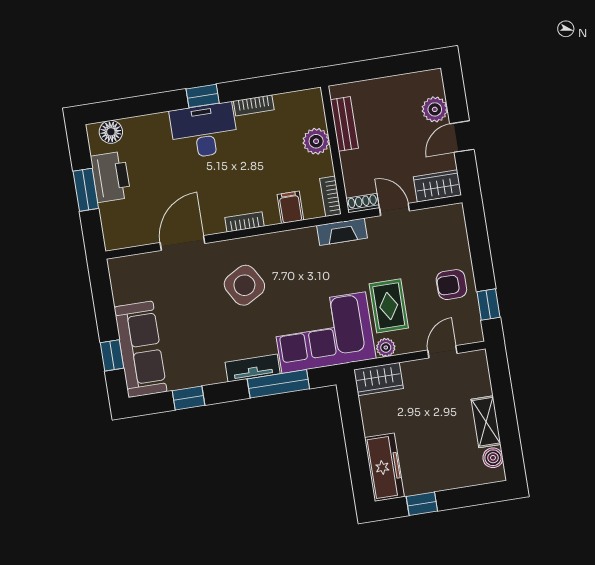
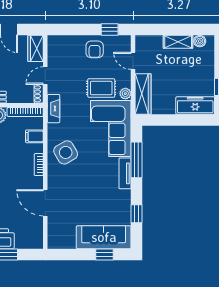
bookcase: (330, 196) -> (25, 112), width x1.56
side table: (244, 285) -> (66, 152), moved
wardrobe: (378, 379) -> (143, 94), width x1.50

